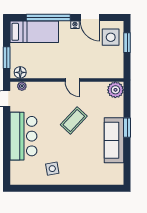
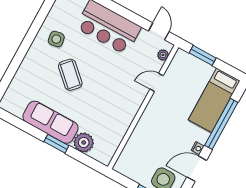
floor lamp: (20, 72) -> (179, 61), removed
door: (73, 80) -> (157, 82), moved
plant: (115, 90) -> (84, 142), moved
coffee table: (74, 120) -> (70, 75), moved

